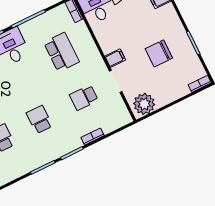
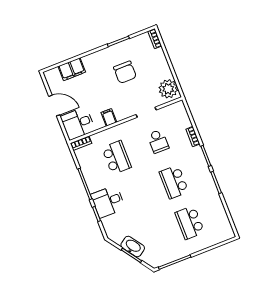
school desk: (61, 52) -> (117, 157), turned 90
filing cabinet: (115, 58) -> (109, 117), moved
school desk: (39, 119) -> (174, 182), width x1.85

